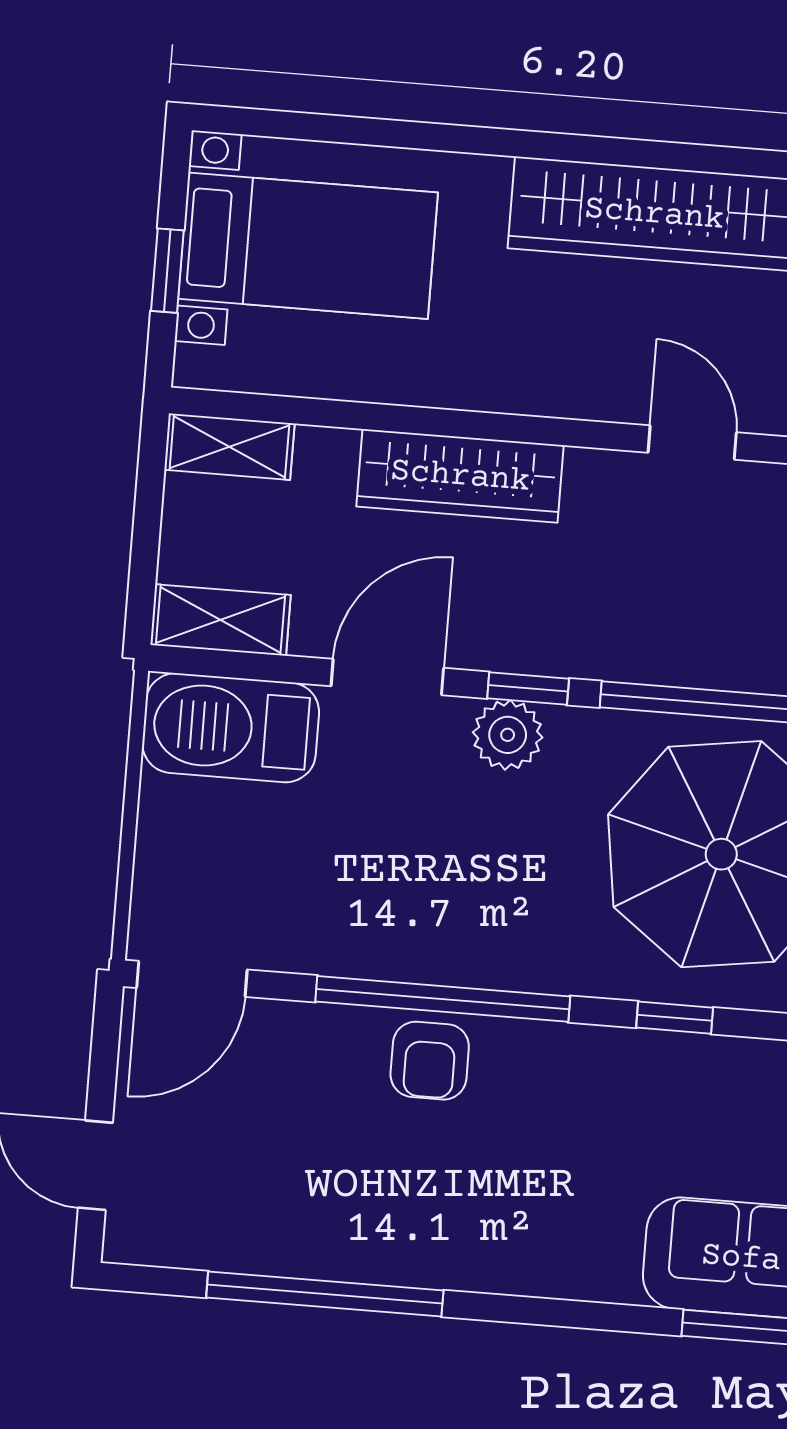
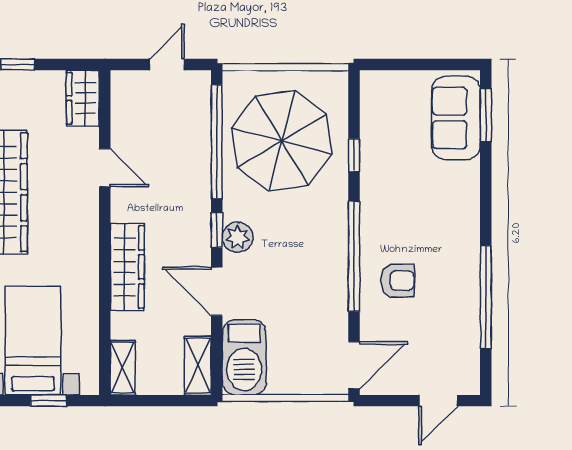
door: (692, 443) -> (105, 168), swing flipped
door: (192, 979) -> (354, 365), hinge flipped
armchair: (430, 1061) -> (398, 281), moved

